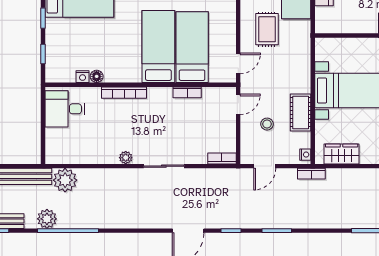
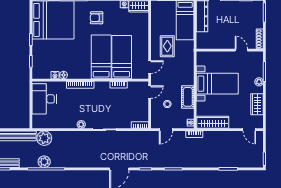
desk: (65, 109) -> (44, 99), width x1.37
wardrobe: (342, 154) -> (213, 122), width x1.50
plant: (47, 219) -> (44, 162), moved

